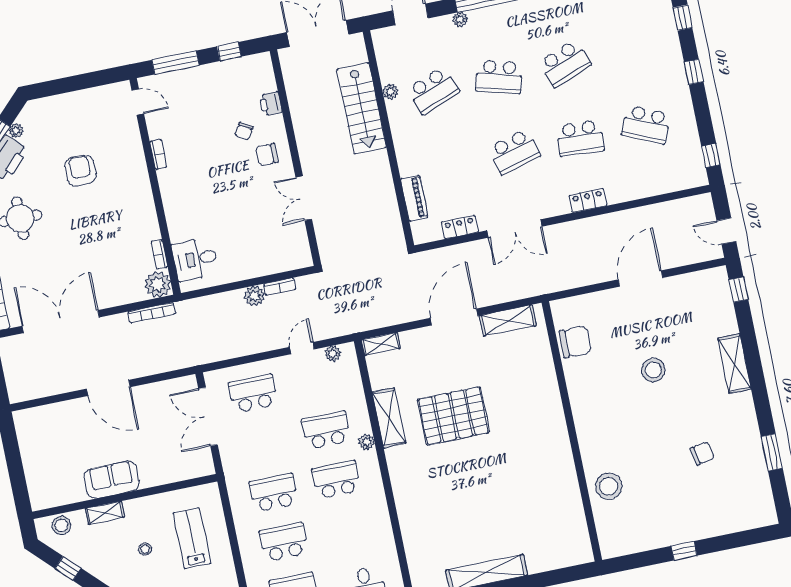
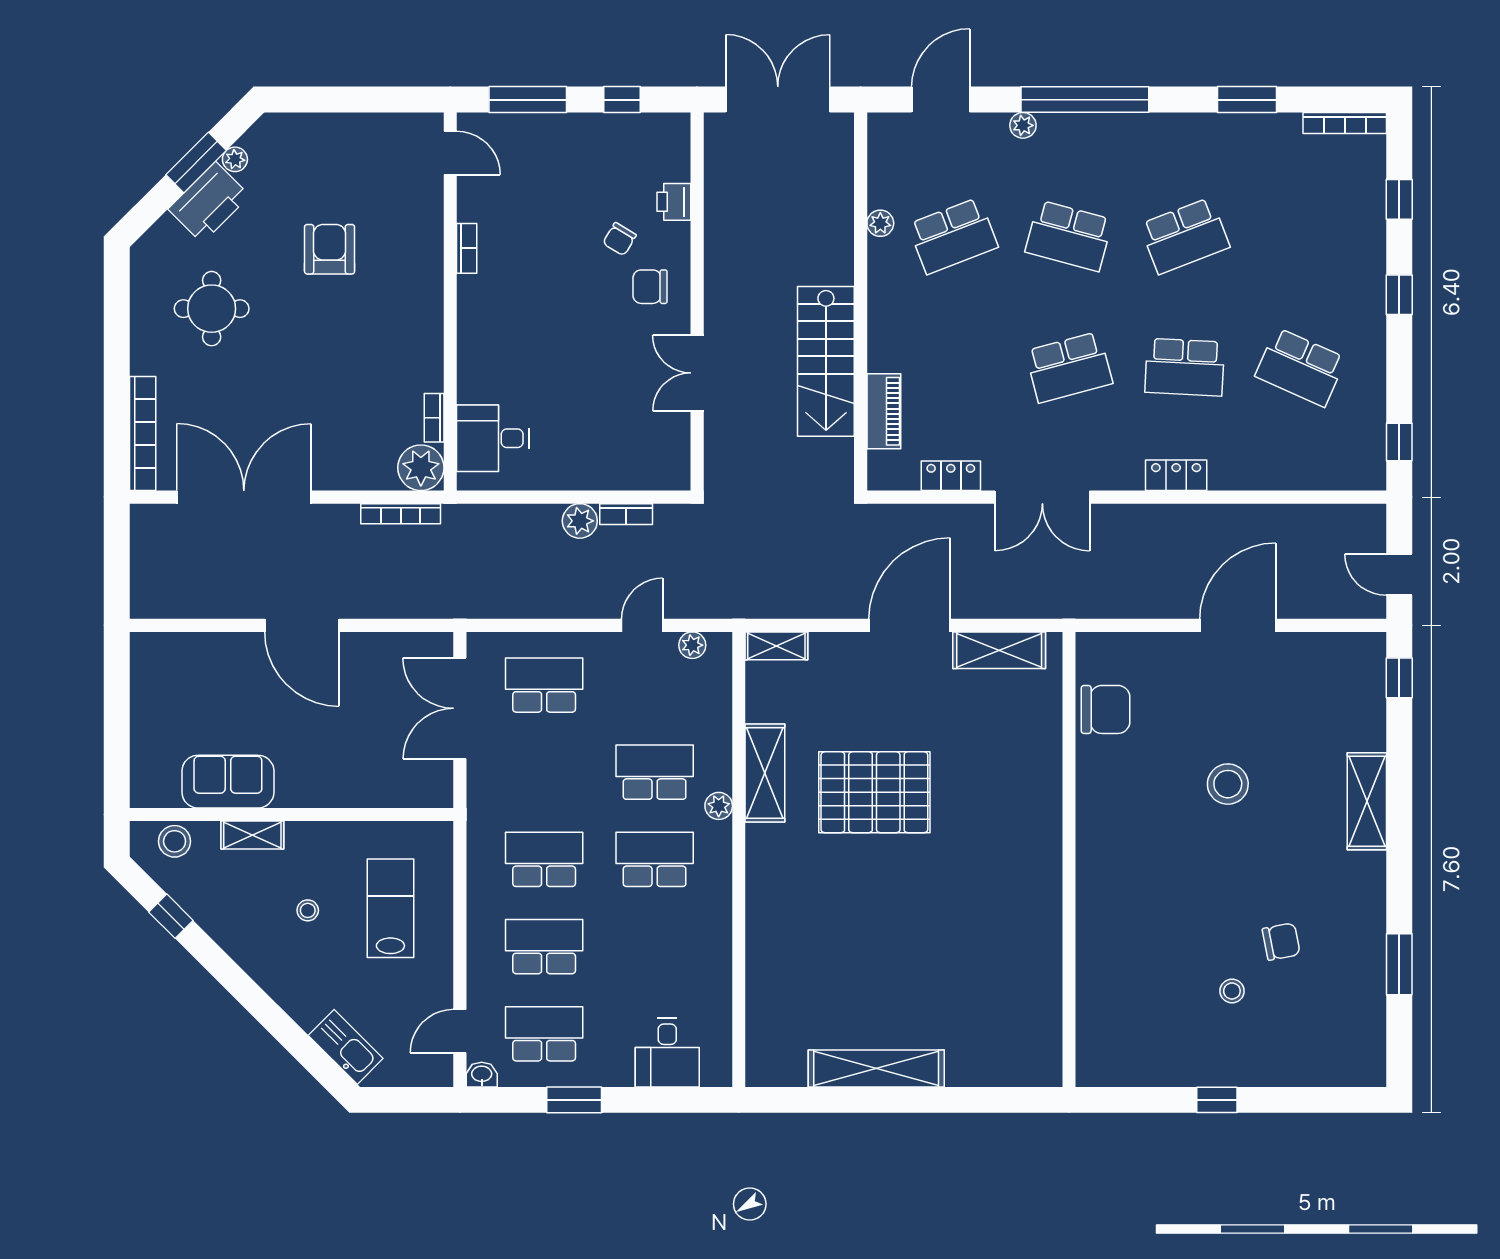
stairs: (362, 108) -> (826, 361), moved
sofa: (112, 480) -> (228, 782), moved
stool: (609, 486) -> (1232, 991), moved, width x0.53, depth x0.53

